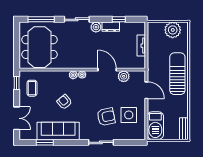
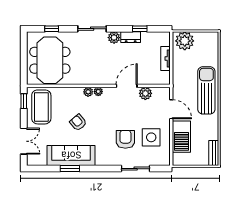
window: (41, 19) -> (52, 29), width x0.46
plant: (173, 30) -> (185, 41), moved
door: (107, 70) -> (127, 86), hinge flipped
coffee table: (32, 88) -> (41, 107), width x1.86, depth x1.72
armchair: (106, 117) -> (125, 139), turned -78
barbecue: (155, 126) -> (181, 137), moved
window: (45, 142) -> (70, 169), moved
sliding door: (101, 142) -> (136, 169), moved

